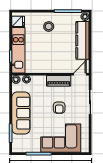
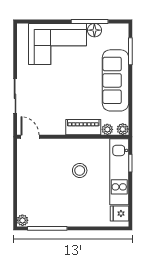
stool: (49, 26) -> (80, 170), moved
kitchen counter: (83, 40) -> (26, 186), removed
door: (80, 74) -> (30, 137), swing flipped
piano: (59, 81) -> (83, 127), moved
armchair: (59, 108) -> (60, 88), removed
floor lamp: (35, 148) -> (94, 30), added

